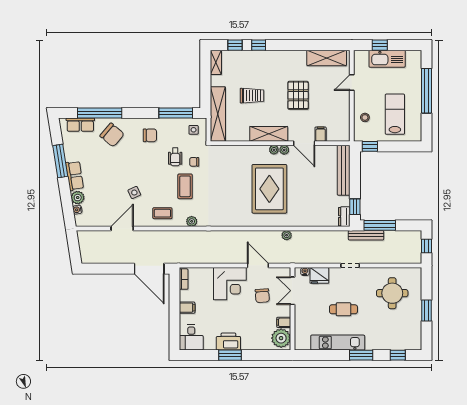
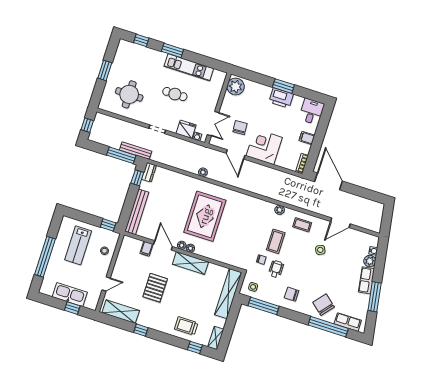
window: (259, 45) -> (141, 330), moved
trolley: (252, 96) -> (186, 326), moved
filing cabinet: (284, 322) -> (229, 99), removed

